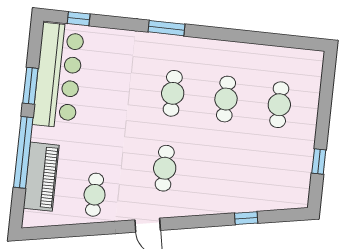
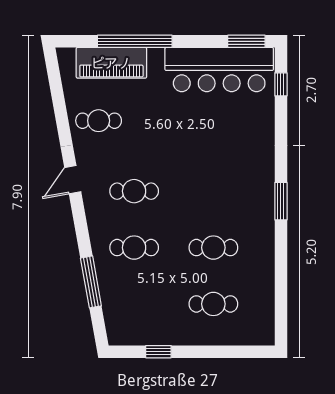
window: (166, 28) -> (281, 201), moved
window: (30, 86) -> (246, 41), moved
cafe table: (173, 93) -> (134, 248), moved
window: (246, 218) -> (91, 282), width x2.17

